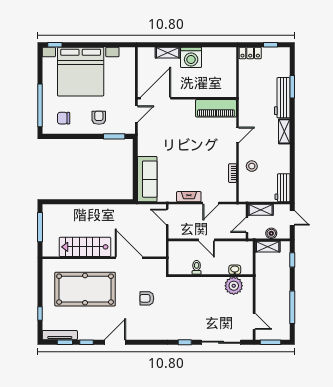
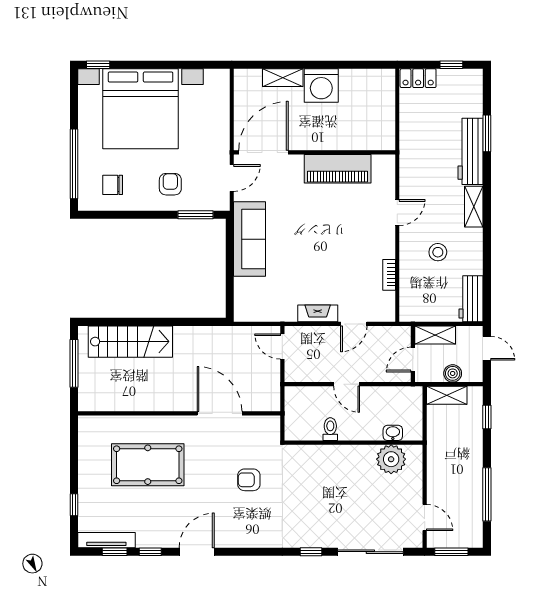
piano: (216, 108) -> (338, 169), moved
stool: (252, 166) -> (438, 252), moved
sofa: (147, 179) -> (249, 239), moved
stairs: (85, 247) -> (130, 342), moved, turned 180
pool table: (85, 289) -> (148, 465), width x0.73, depth x0.76

